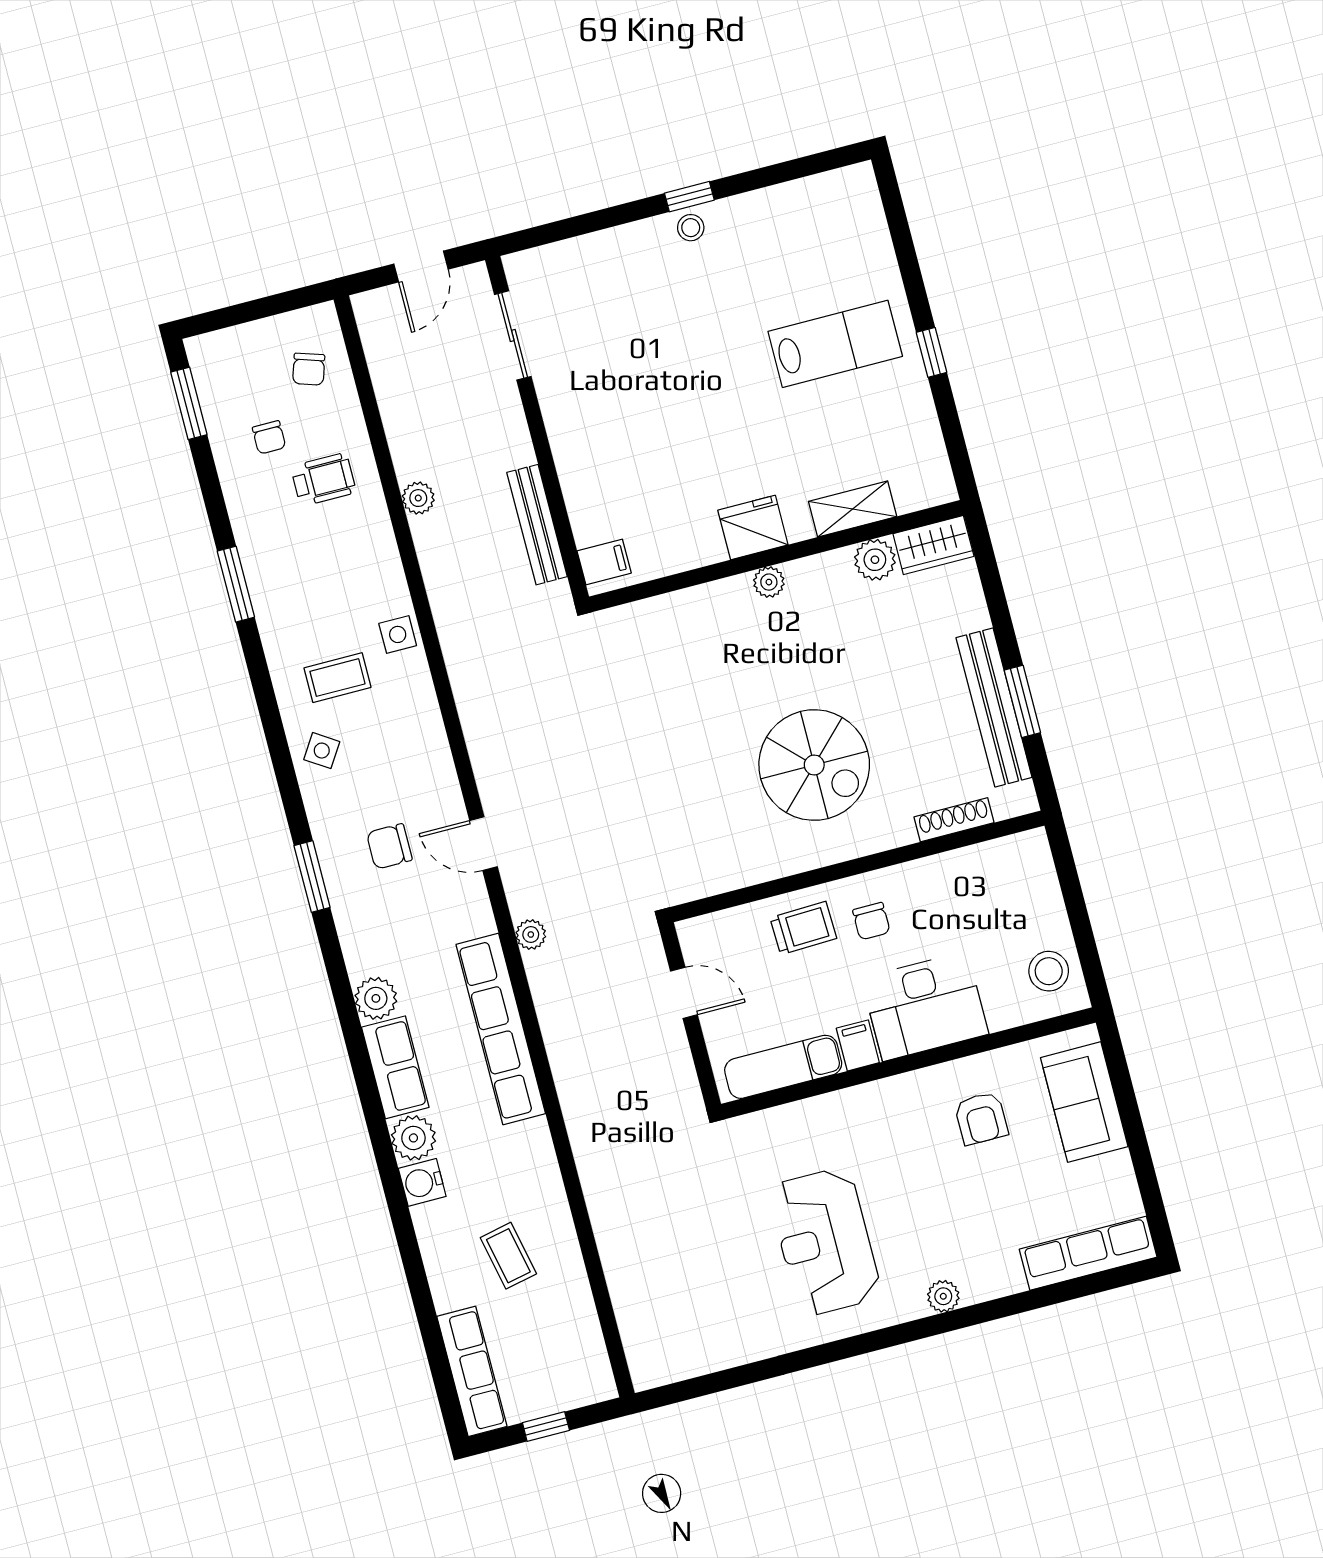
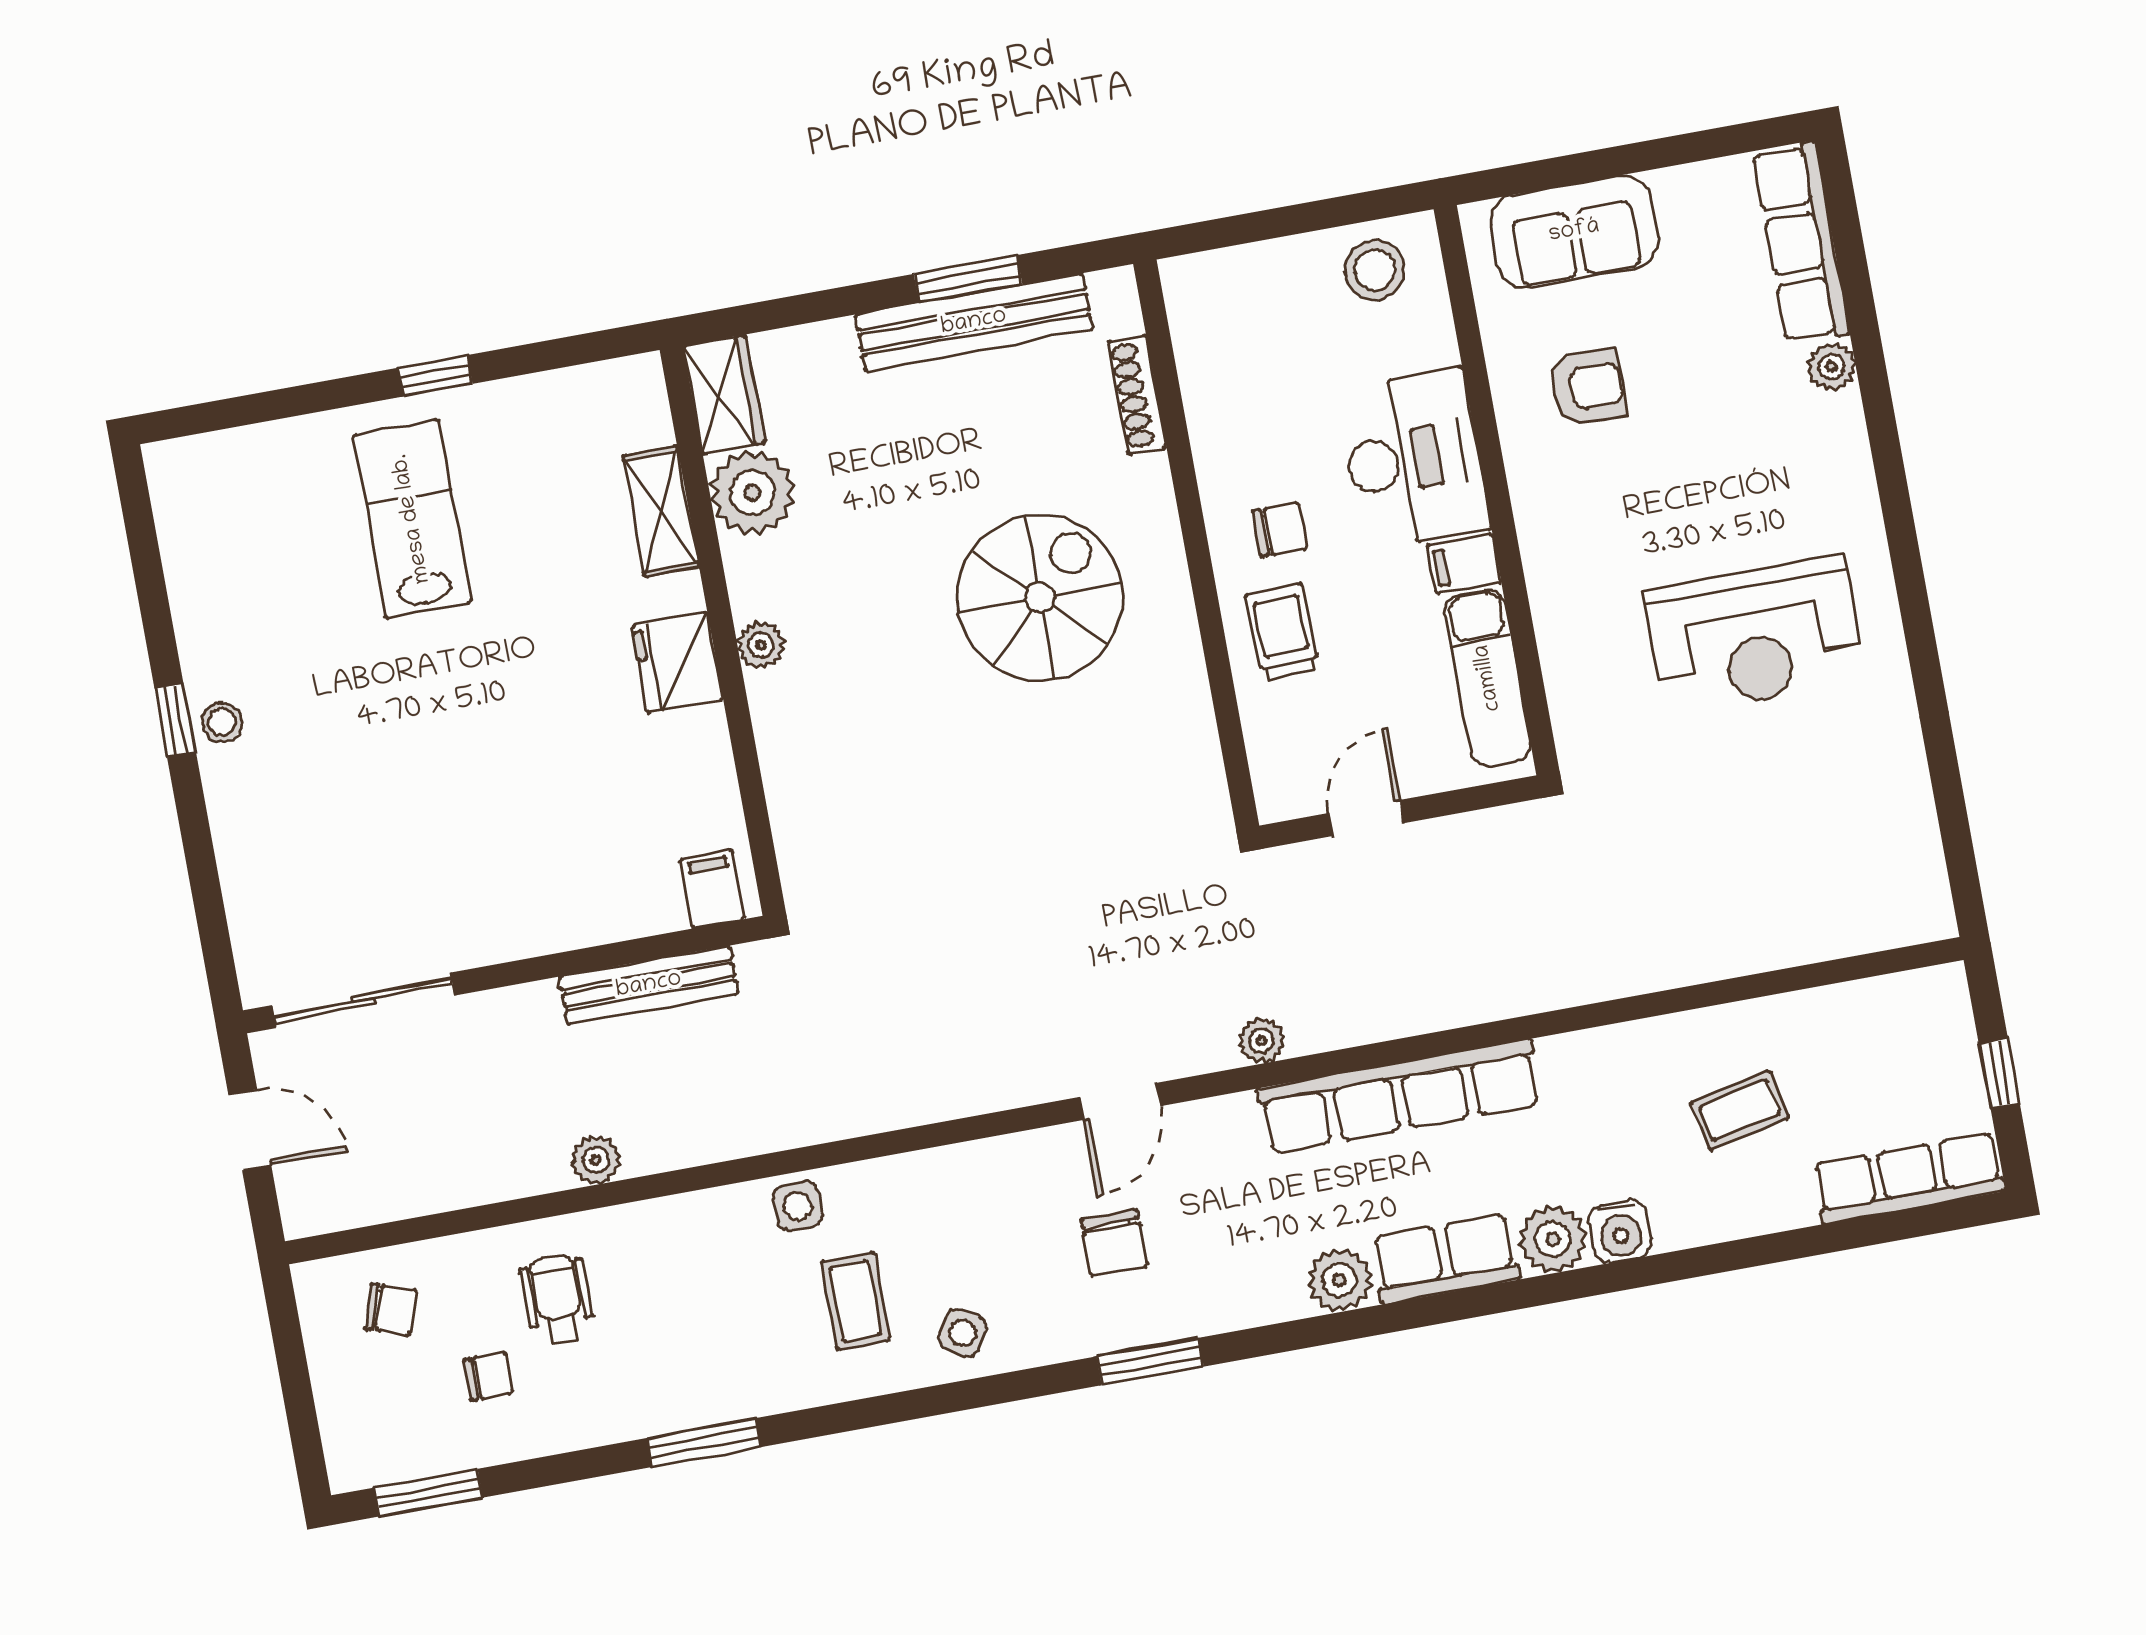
sliding door: (513, 335) -> (363, 1000), width x1.37
plant: (875, 560) -> (753, 493), width x1.36, depth x1.36
plant: (943, 1296) -> (1831, 367), moved

